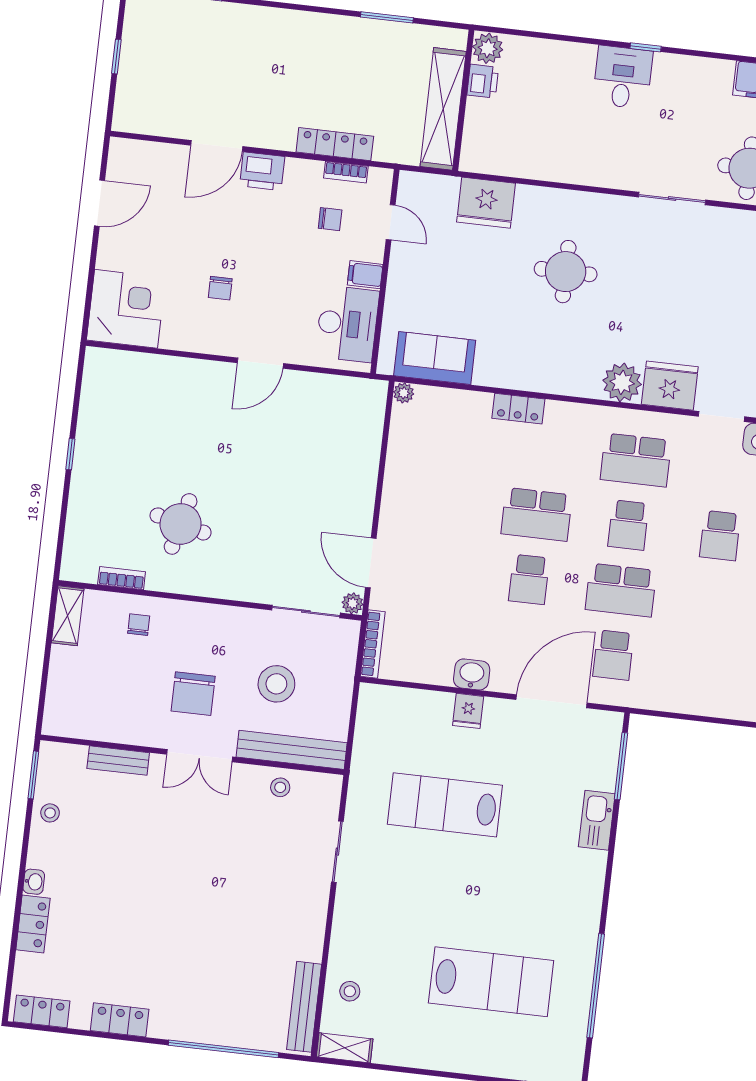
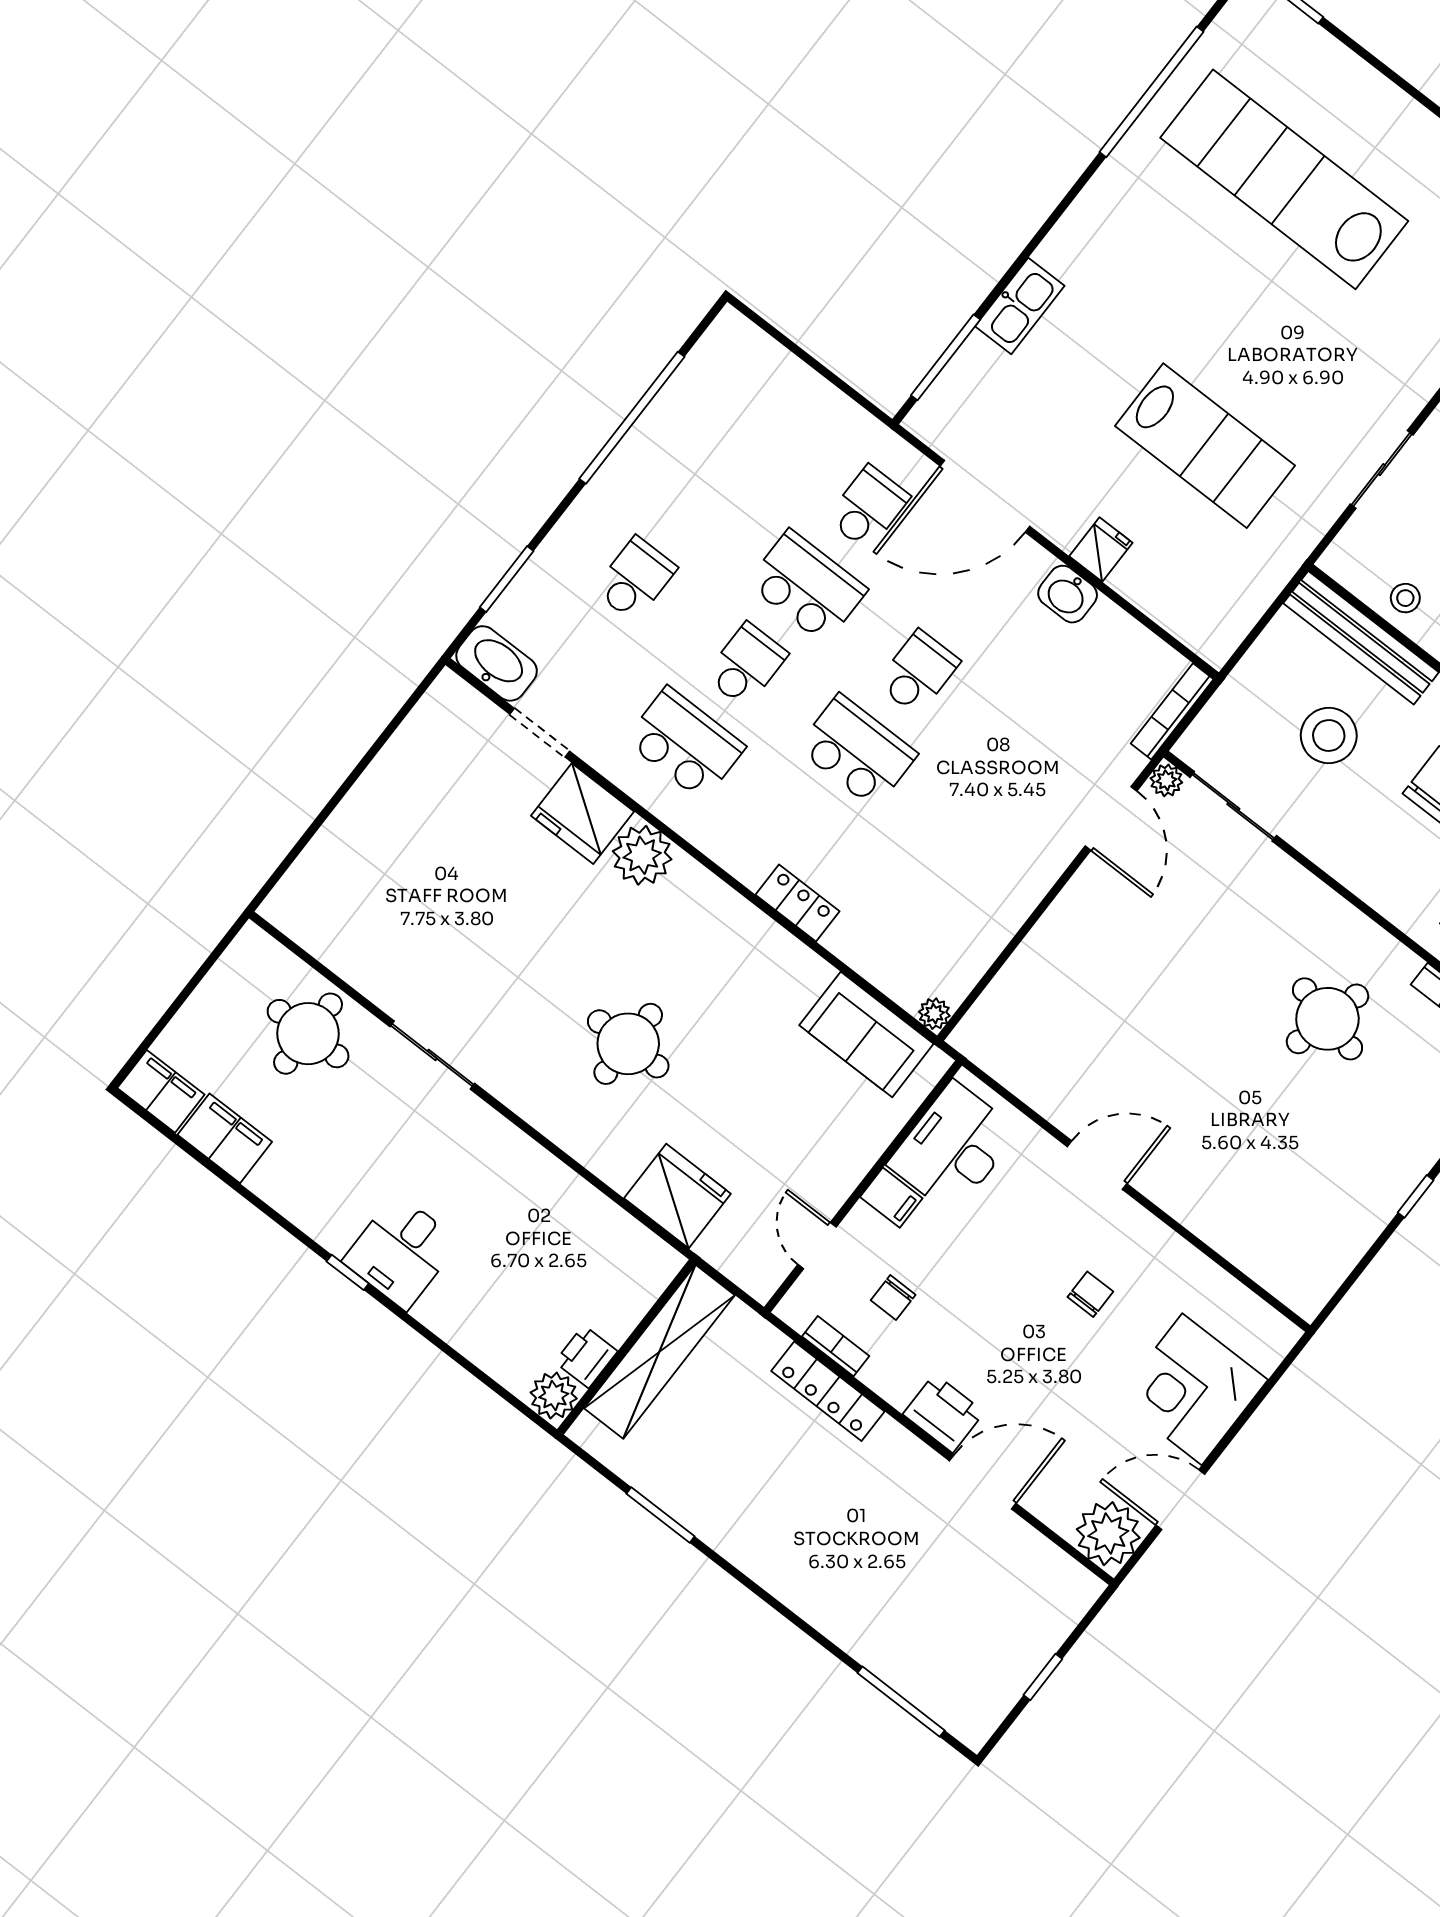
plant: (129, 160) -> (1108, 1534), added
chair: (330, 219) -> (893, 1298), turned -90
corner desk: (126, 309) -> (1192, 1389), moved
lab bench: (491, 982) -> (1284, 179), width x1.36

